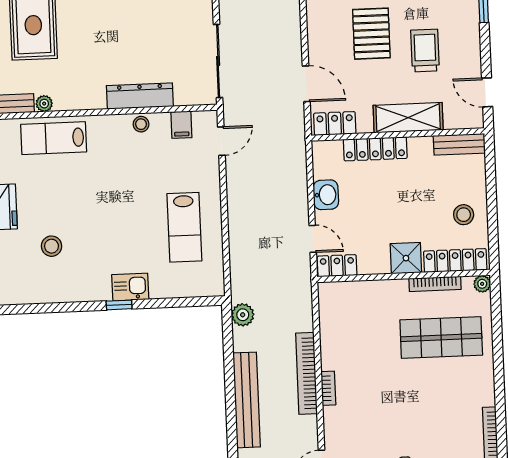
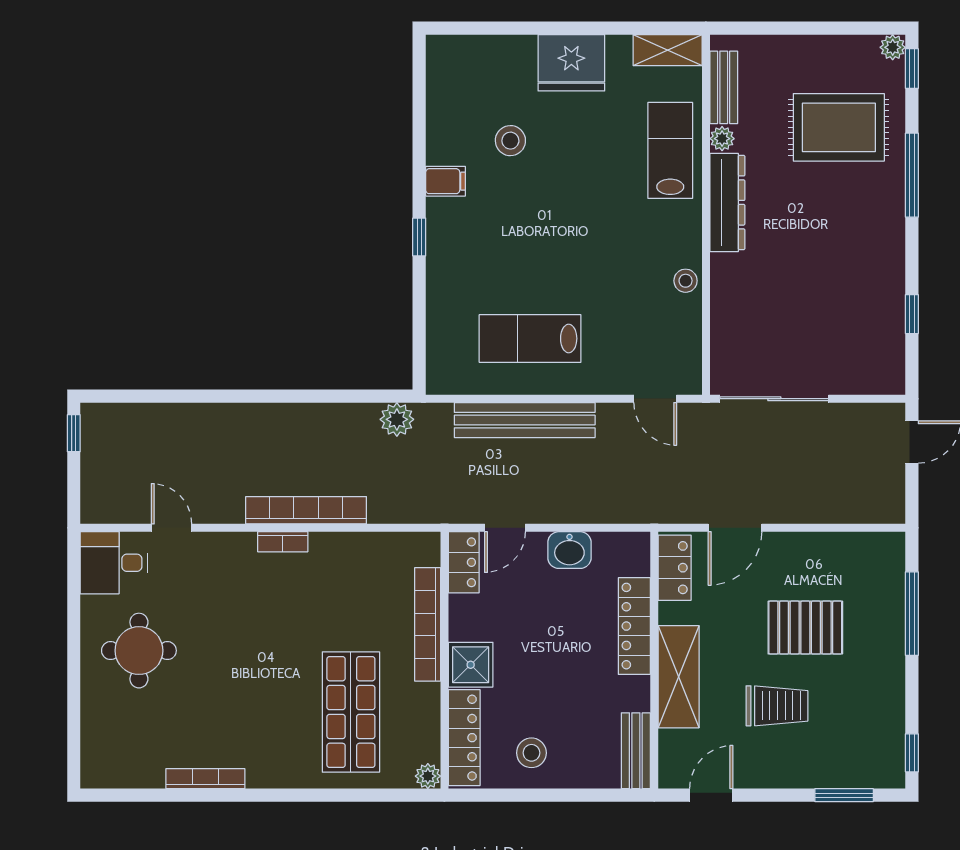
dresser: (140, 96) -> (727, 202), moved
filing cabinet: (181, 125) -> (445, 181), moved, turned 180
bookcase: (435, 284) -> (428, 624), moved, width x1.48, depth x1.31
kitchen sink: (130, 287) -> (445, 255), removed
bench: (247, 400) -> (525, 420), moved

